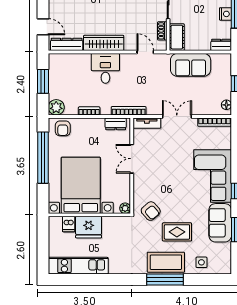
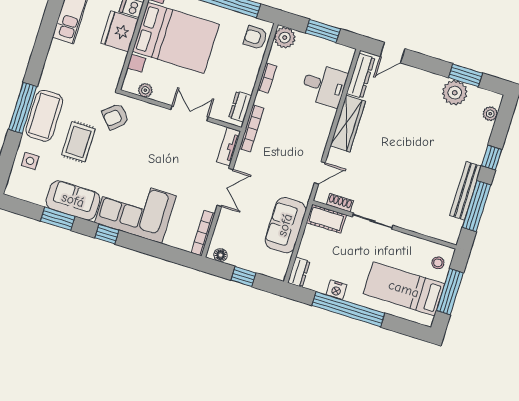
desk: (105, 68) -> (324, 85), moved
plant: (125, 208) -> (145, 90), moved

